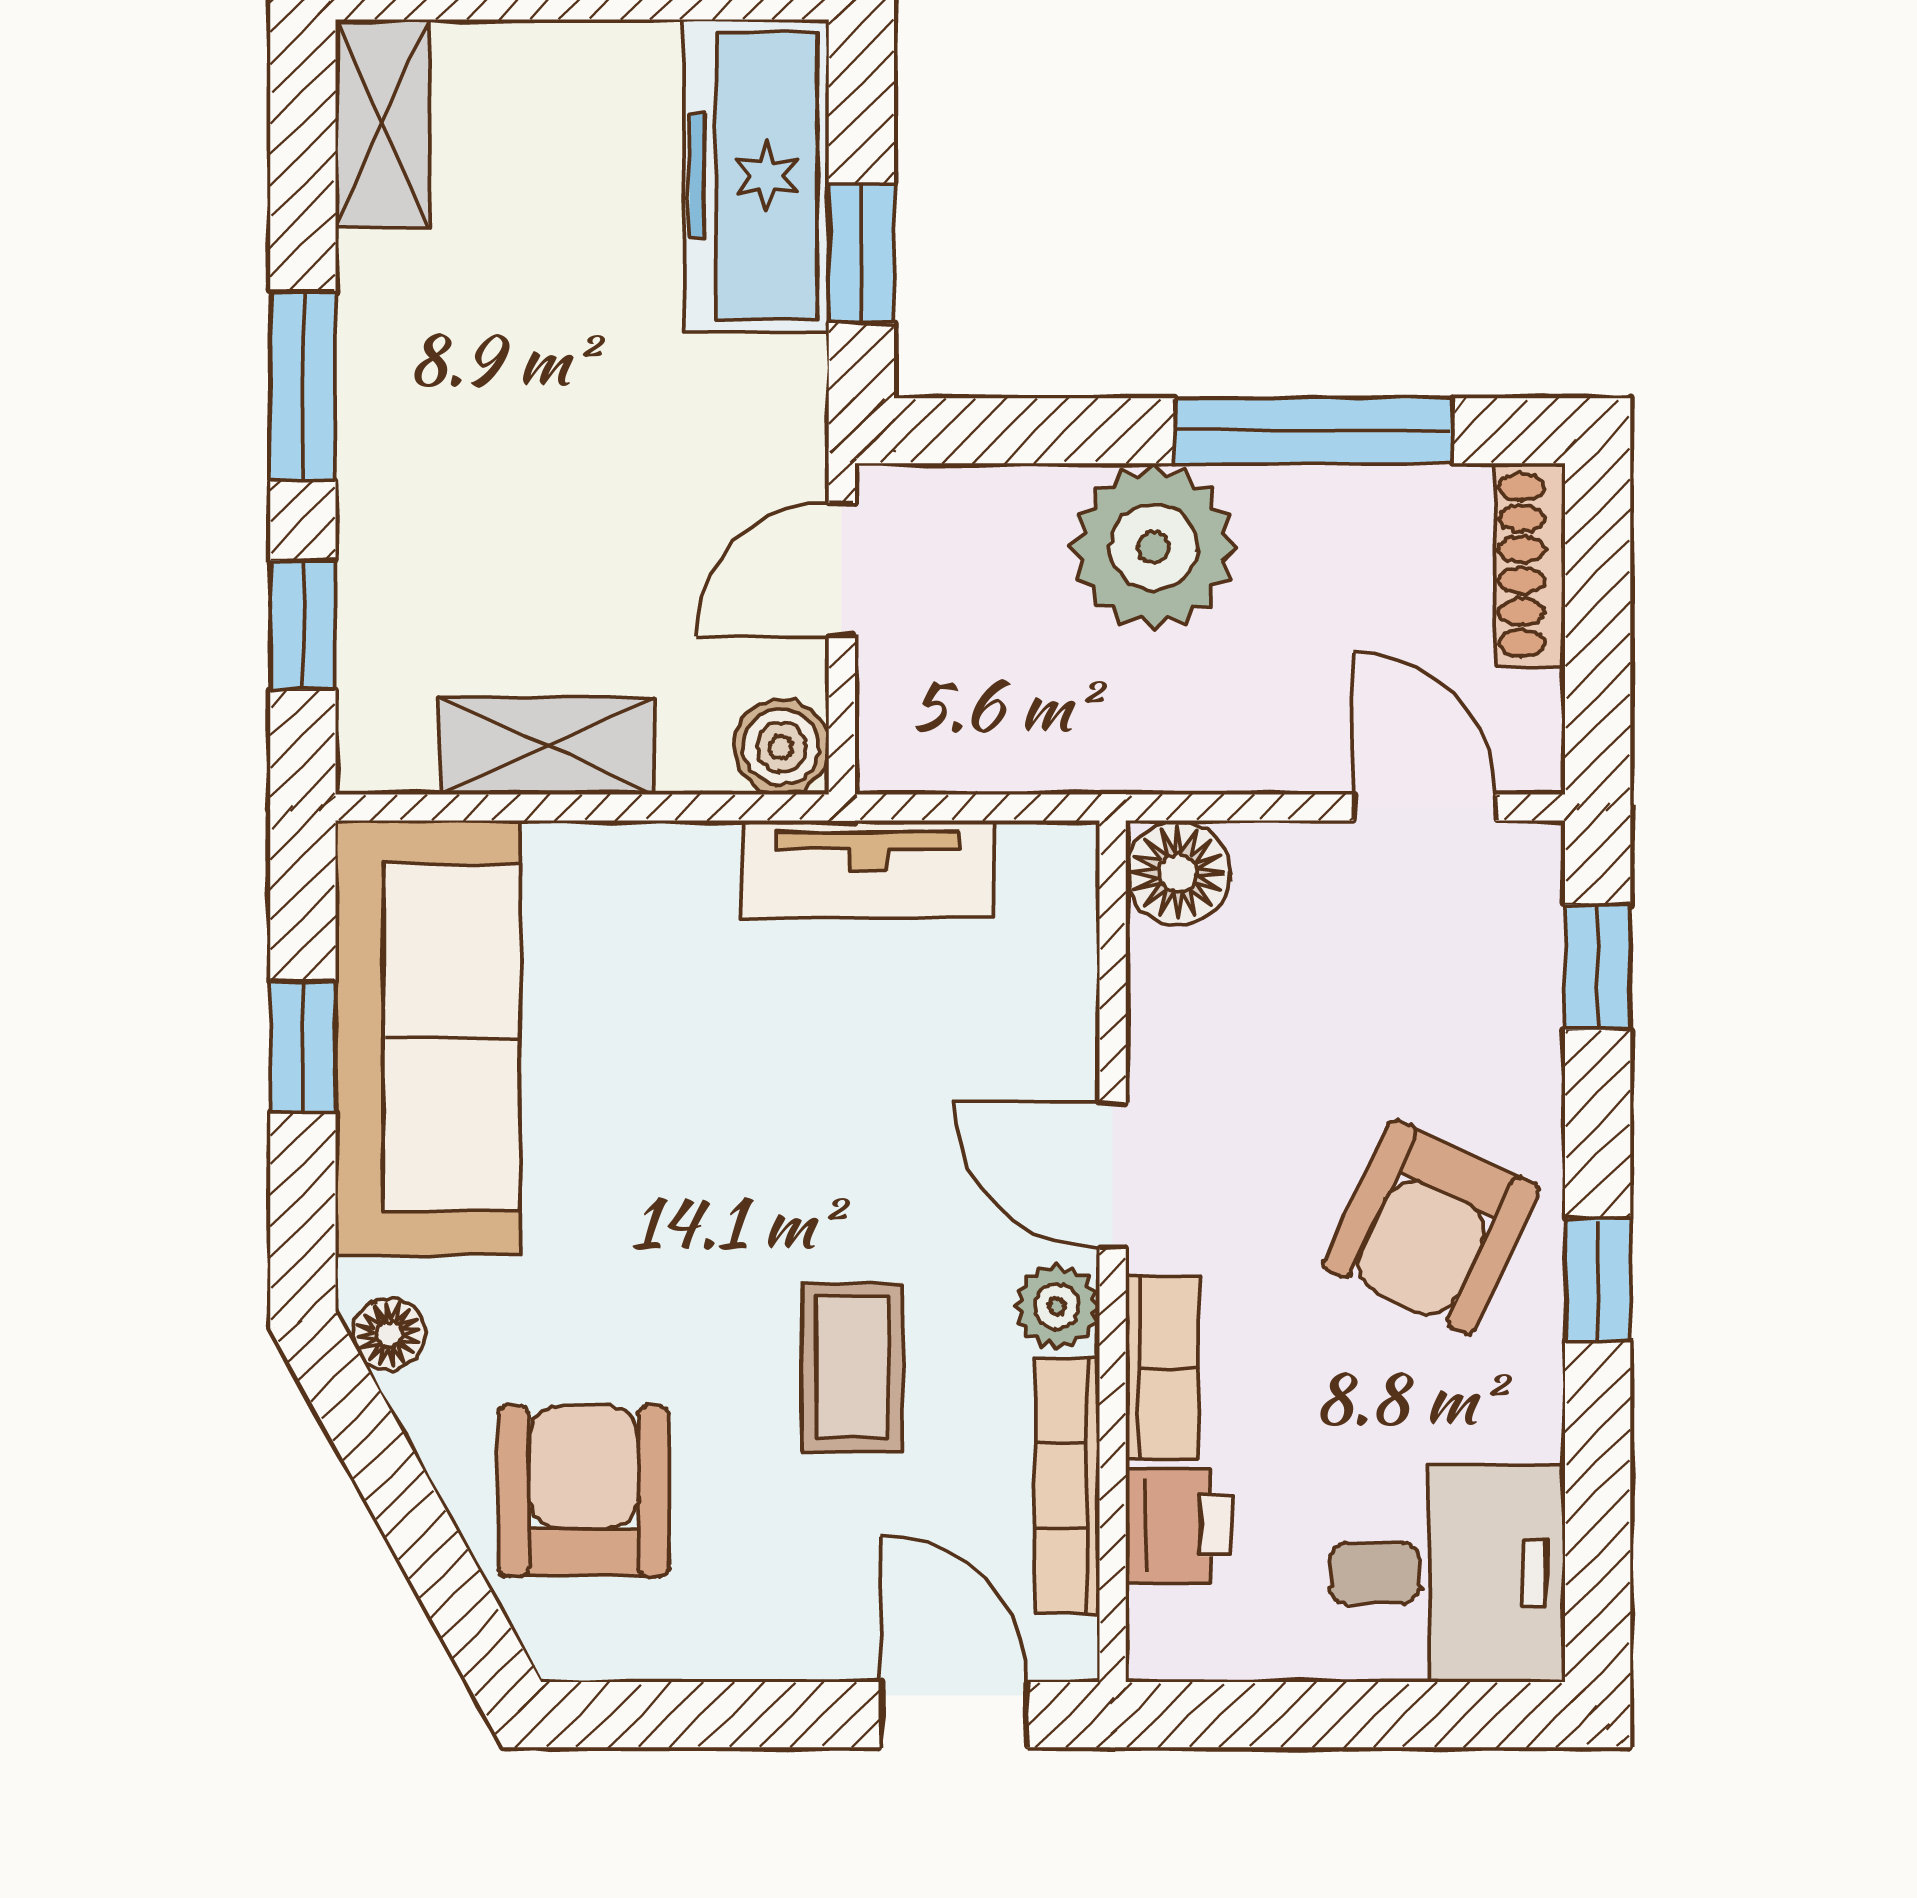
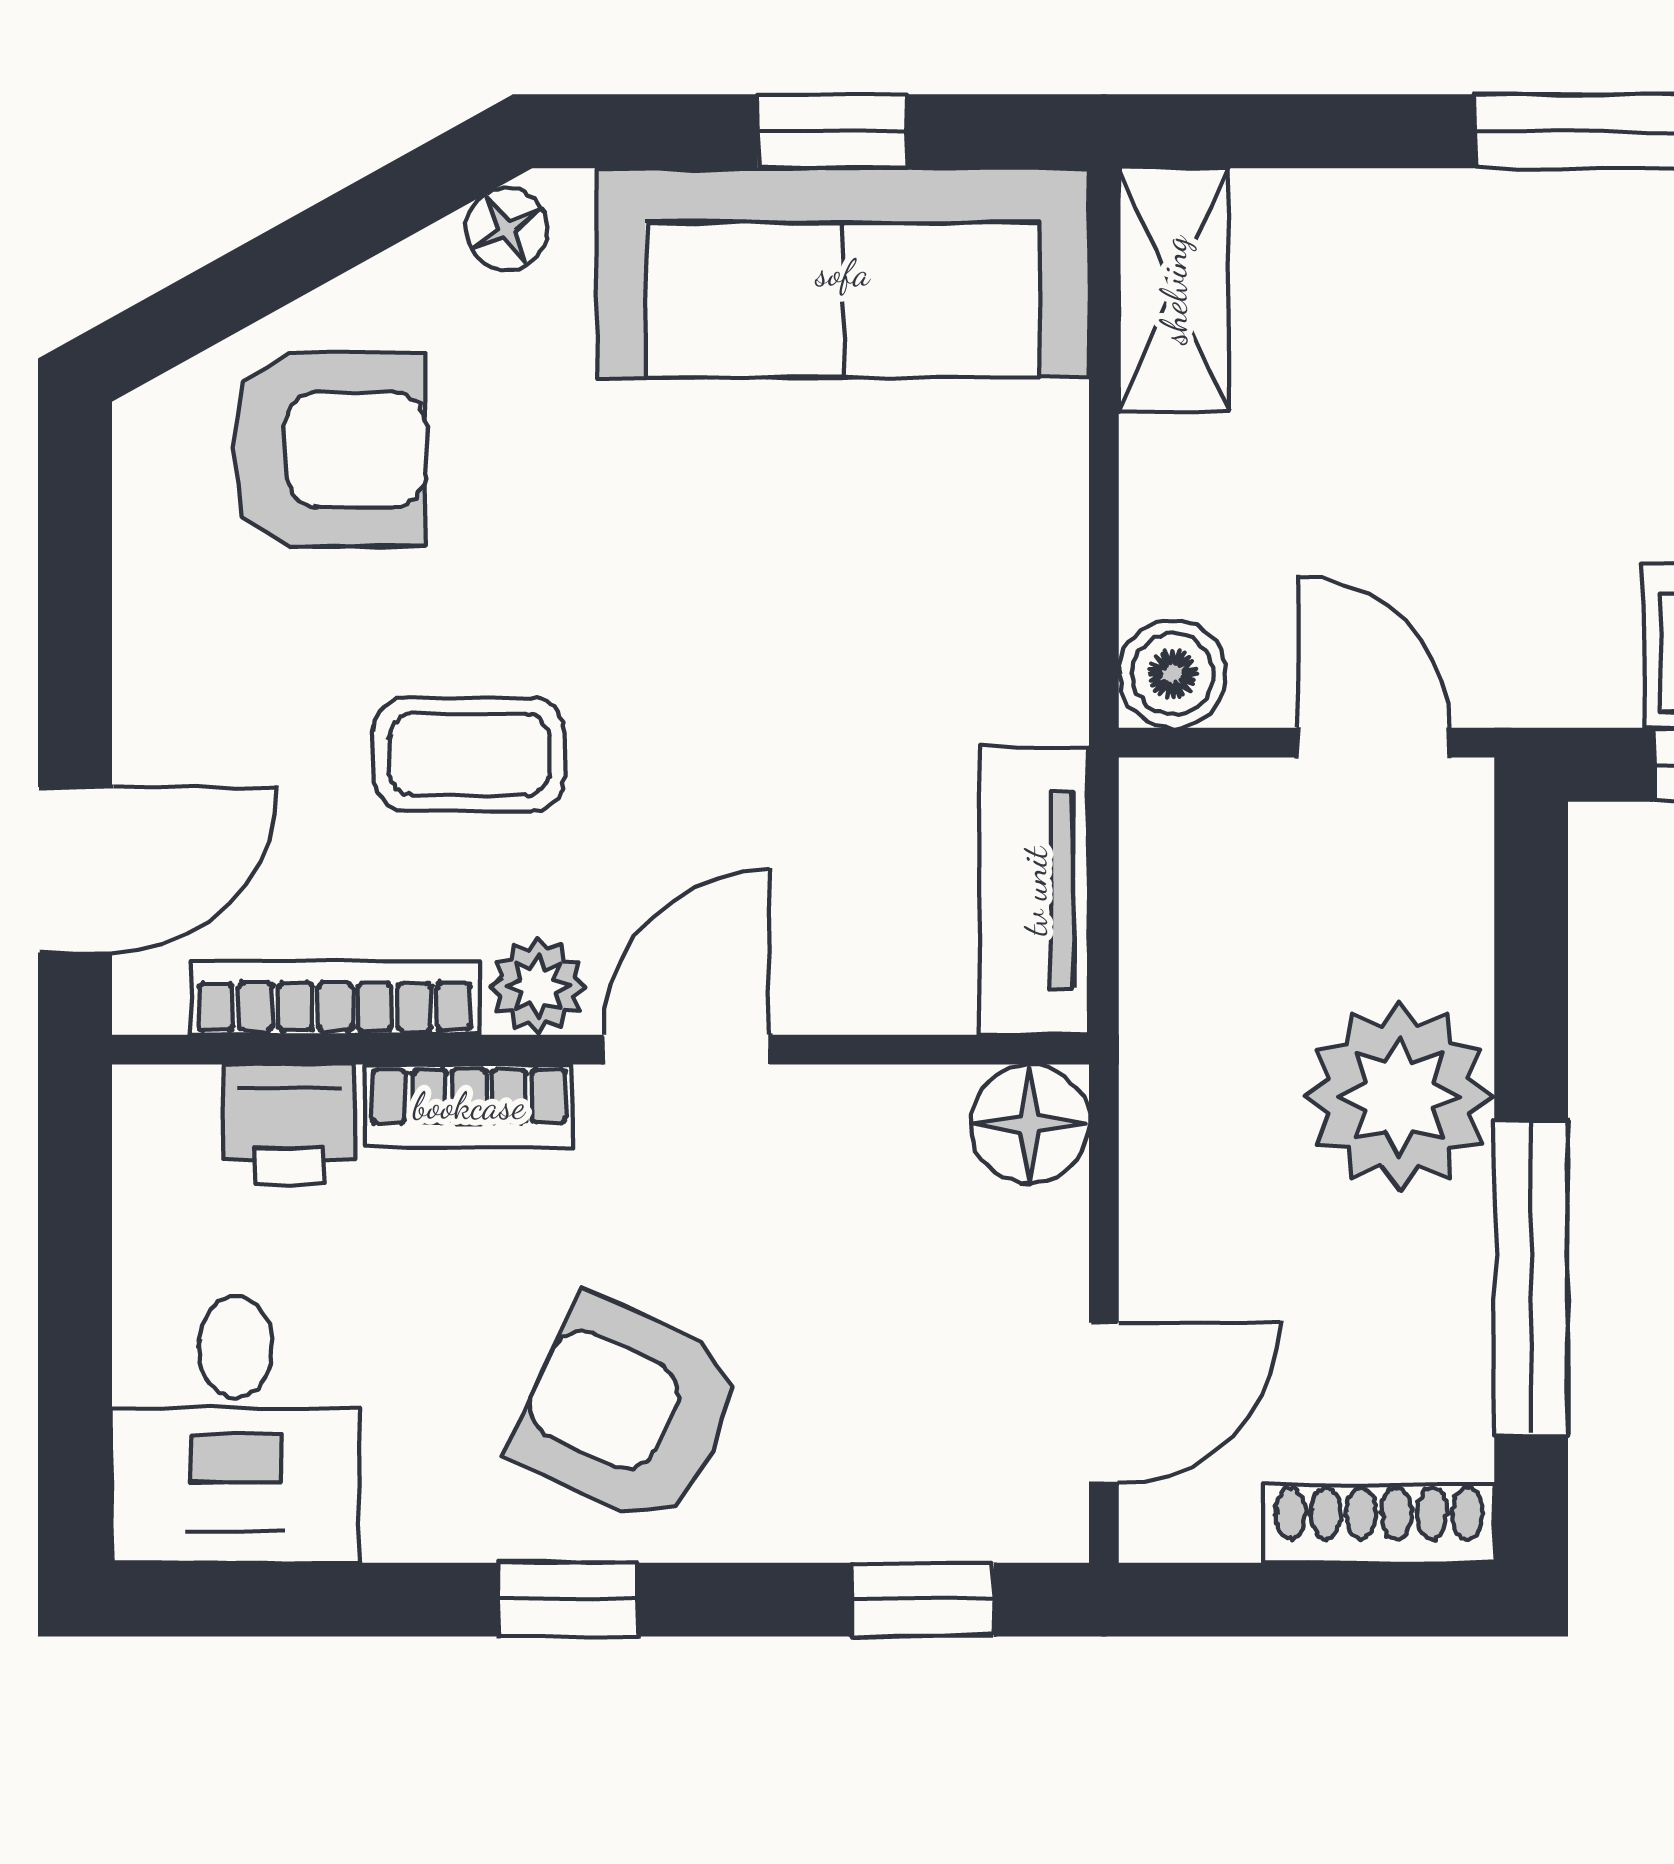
window: (303, 625) -> (1311, 131), removed
shelving: (547, 746) -> (1174, 290), moved
tv unit: (868, 869) -> (1034, 891), moved

